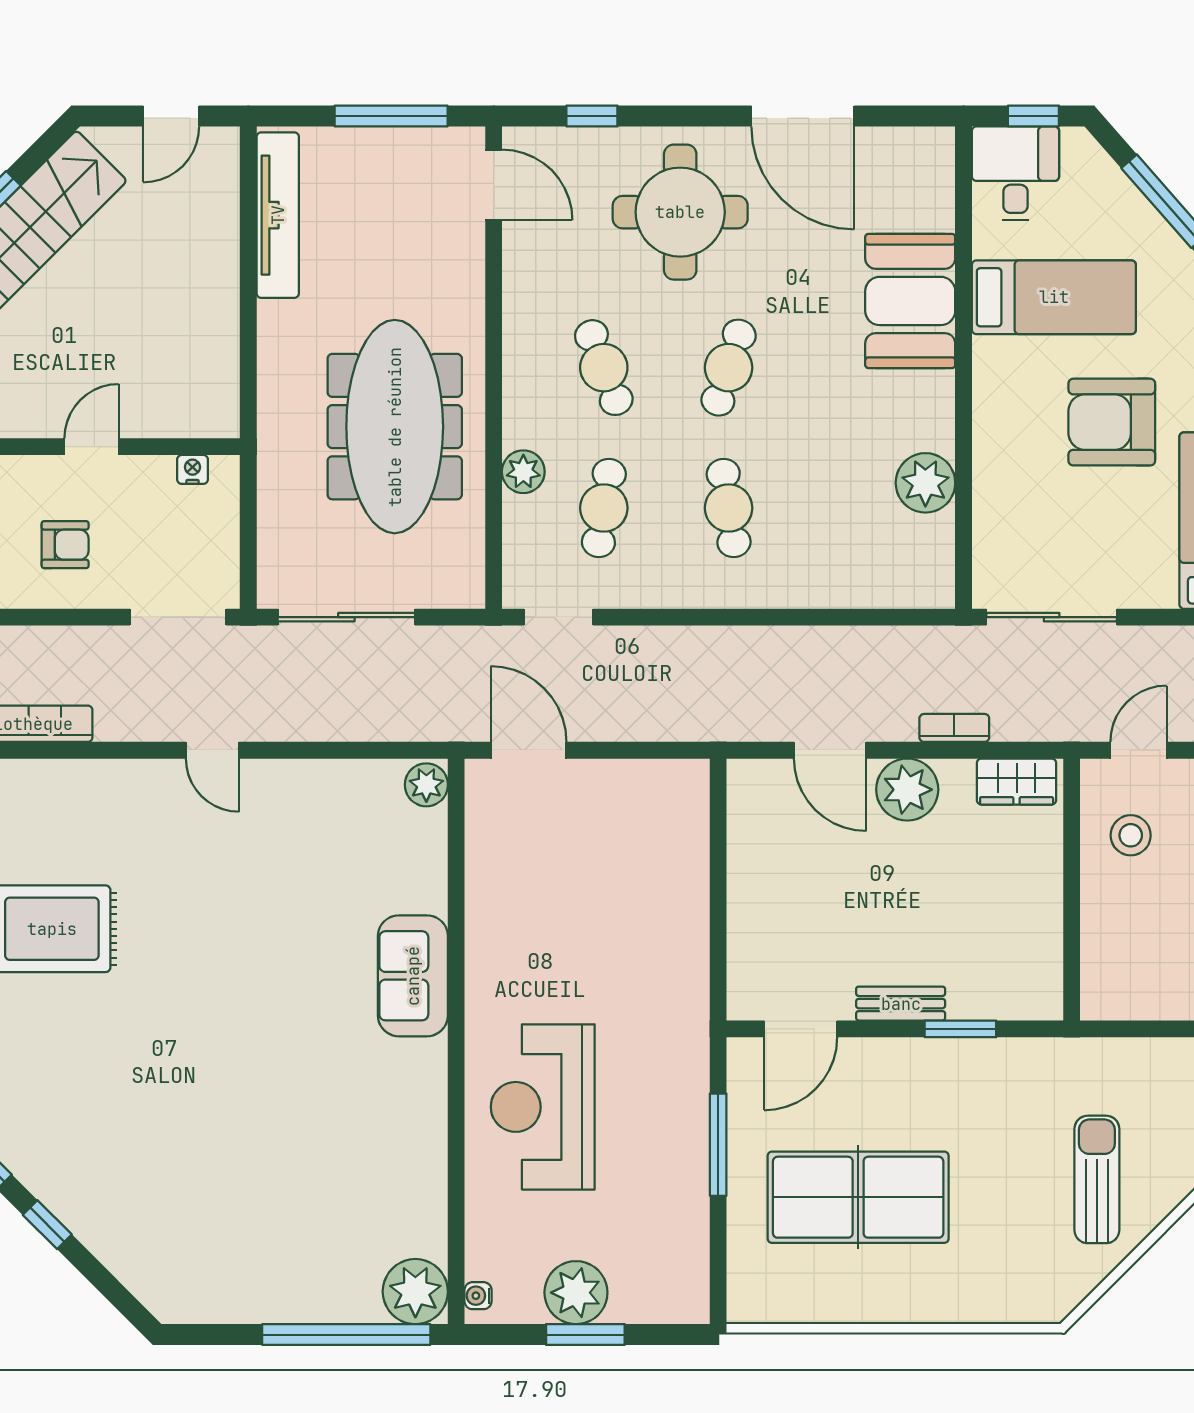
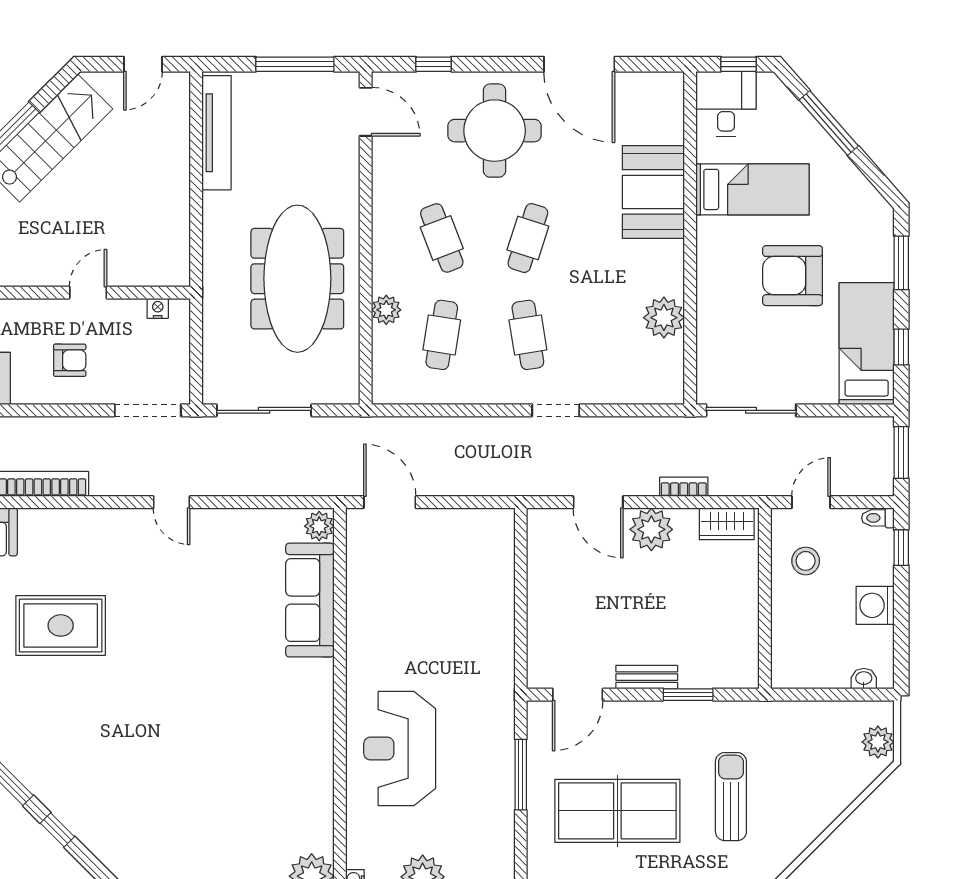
doorway: (558, 617) -> (556, 410), moved
sofa: (413, 976) -> (310, 600), moved, width x1.36
sun lounger: (1097, 1179) -> (731, 797), moved

